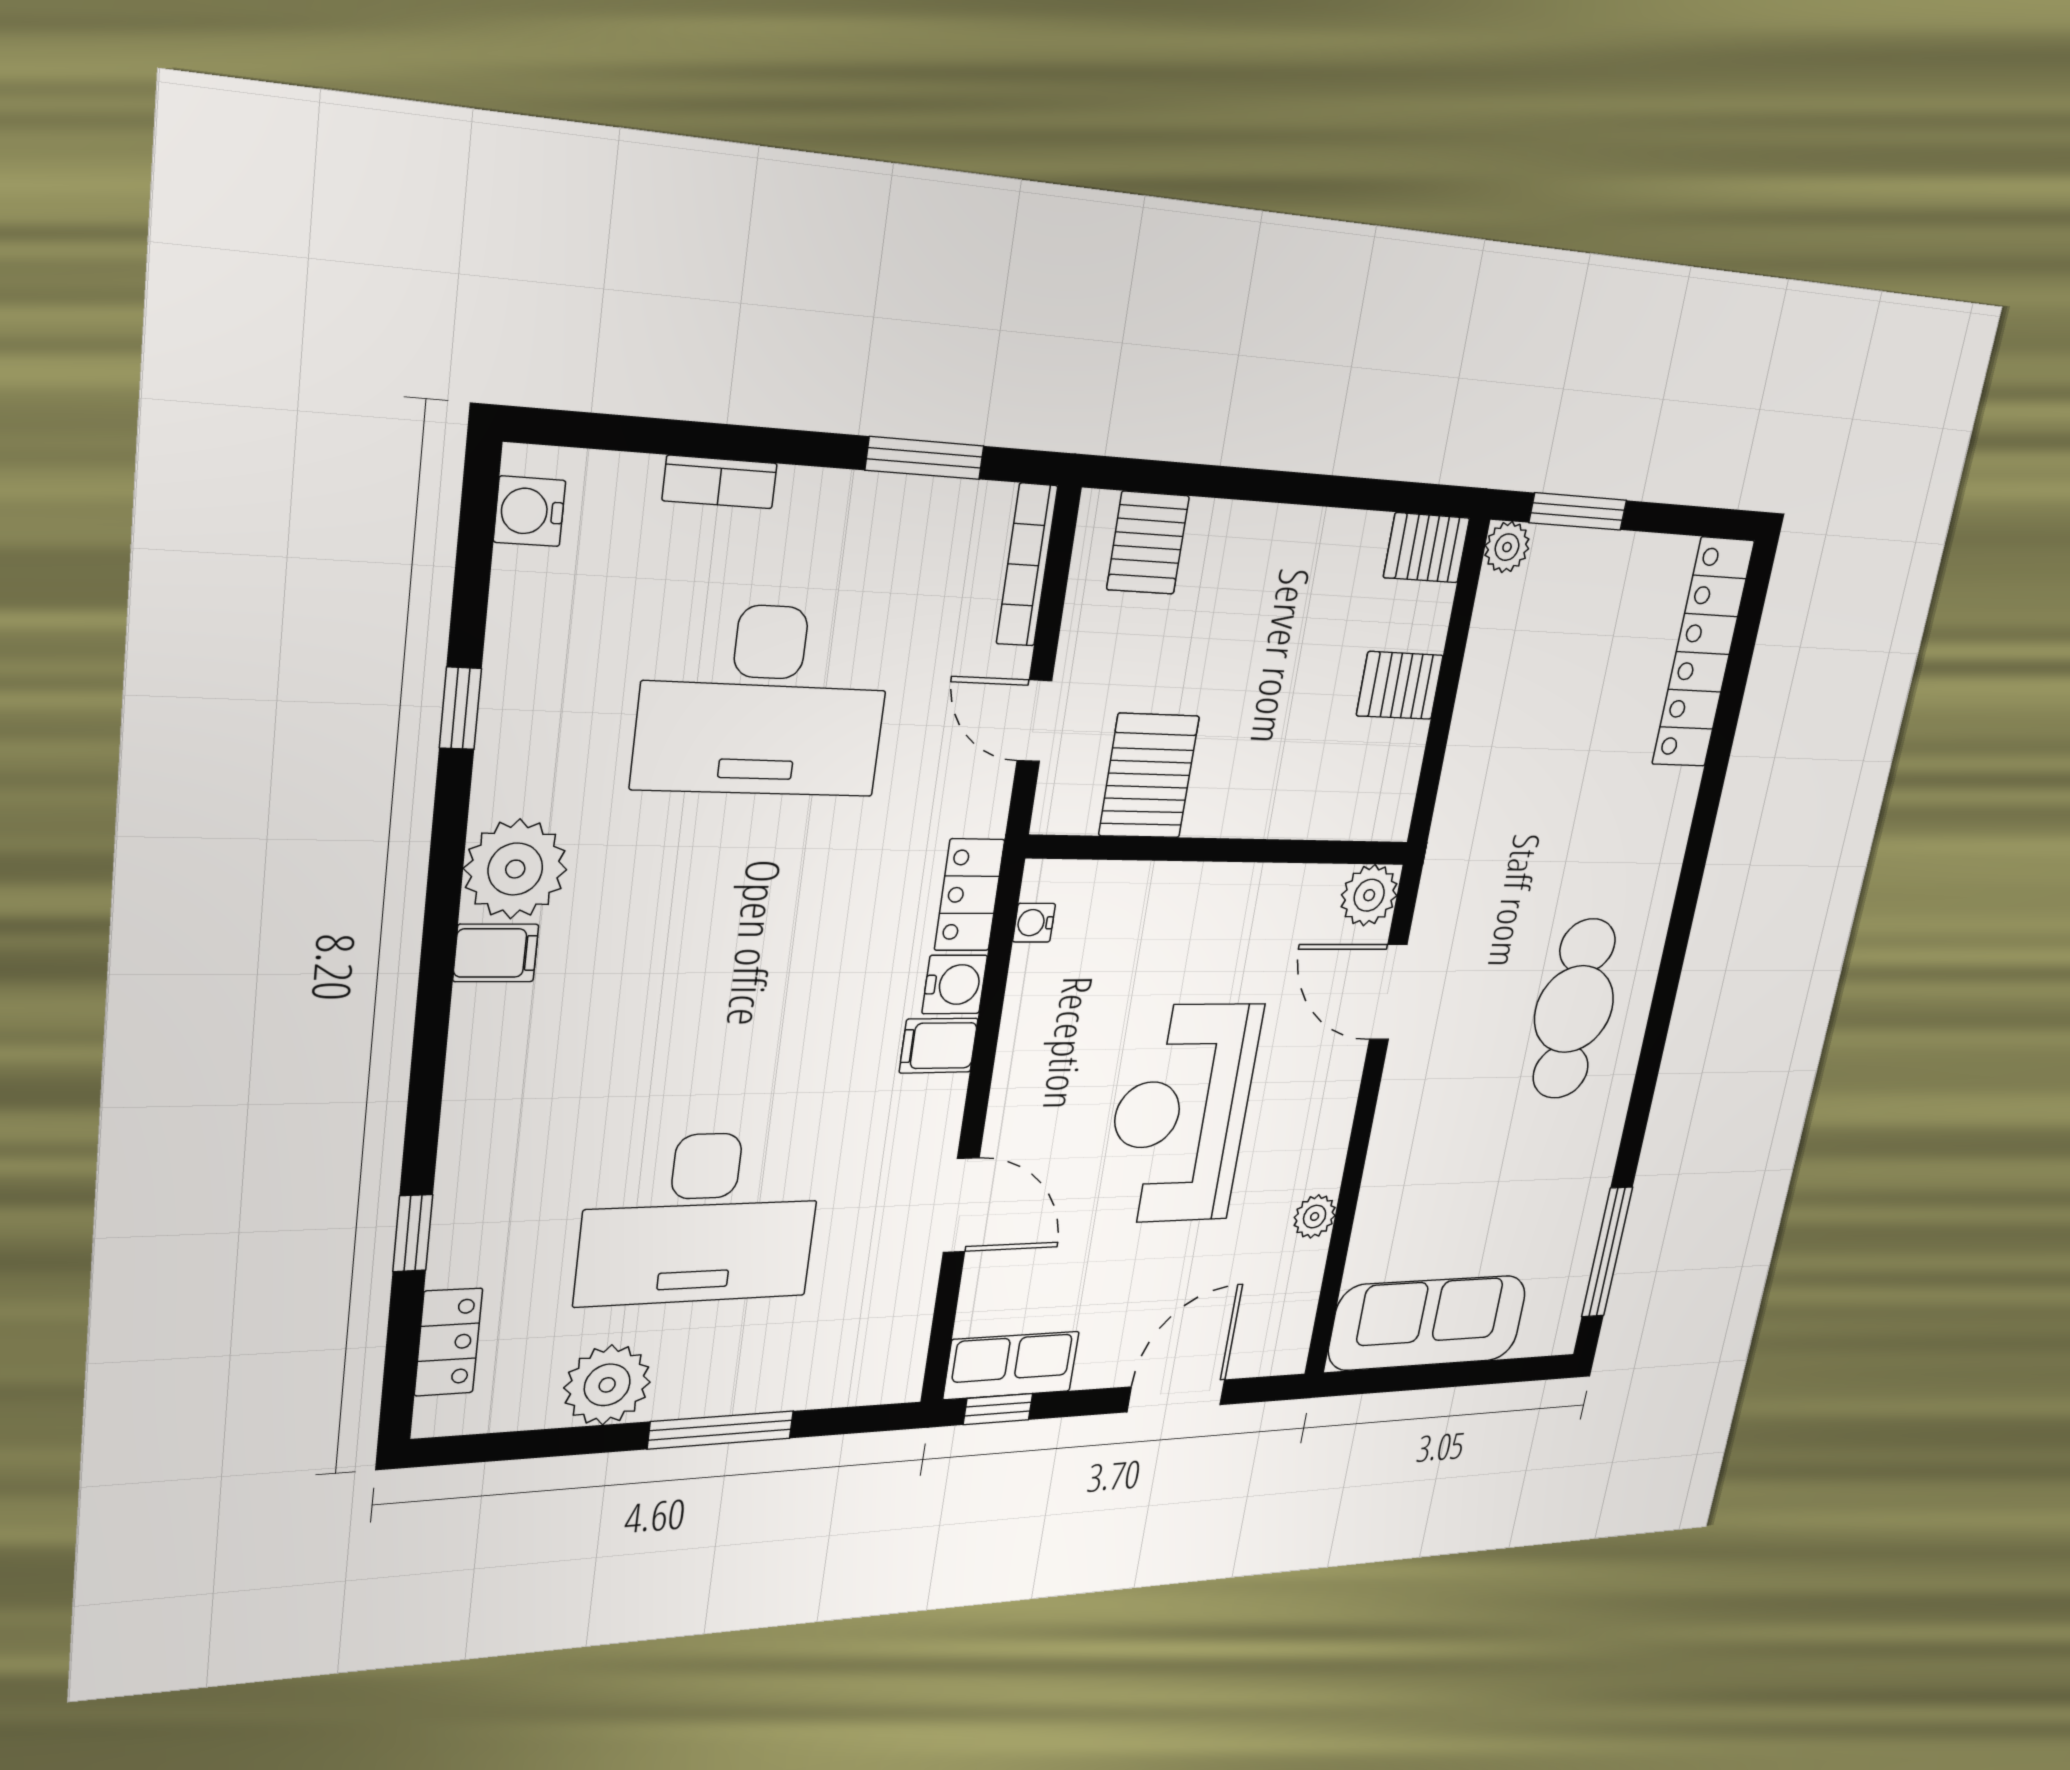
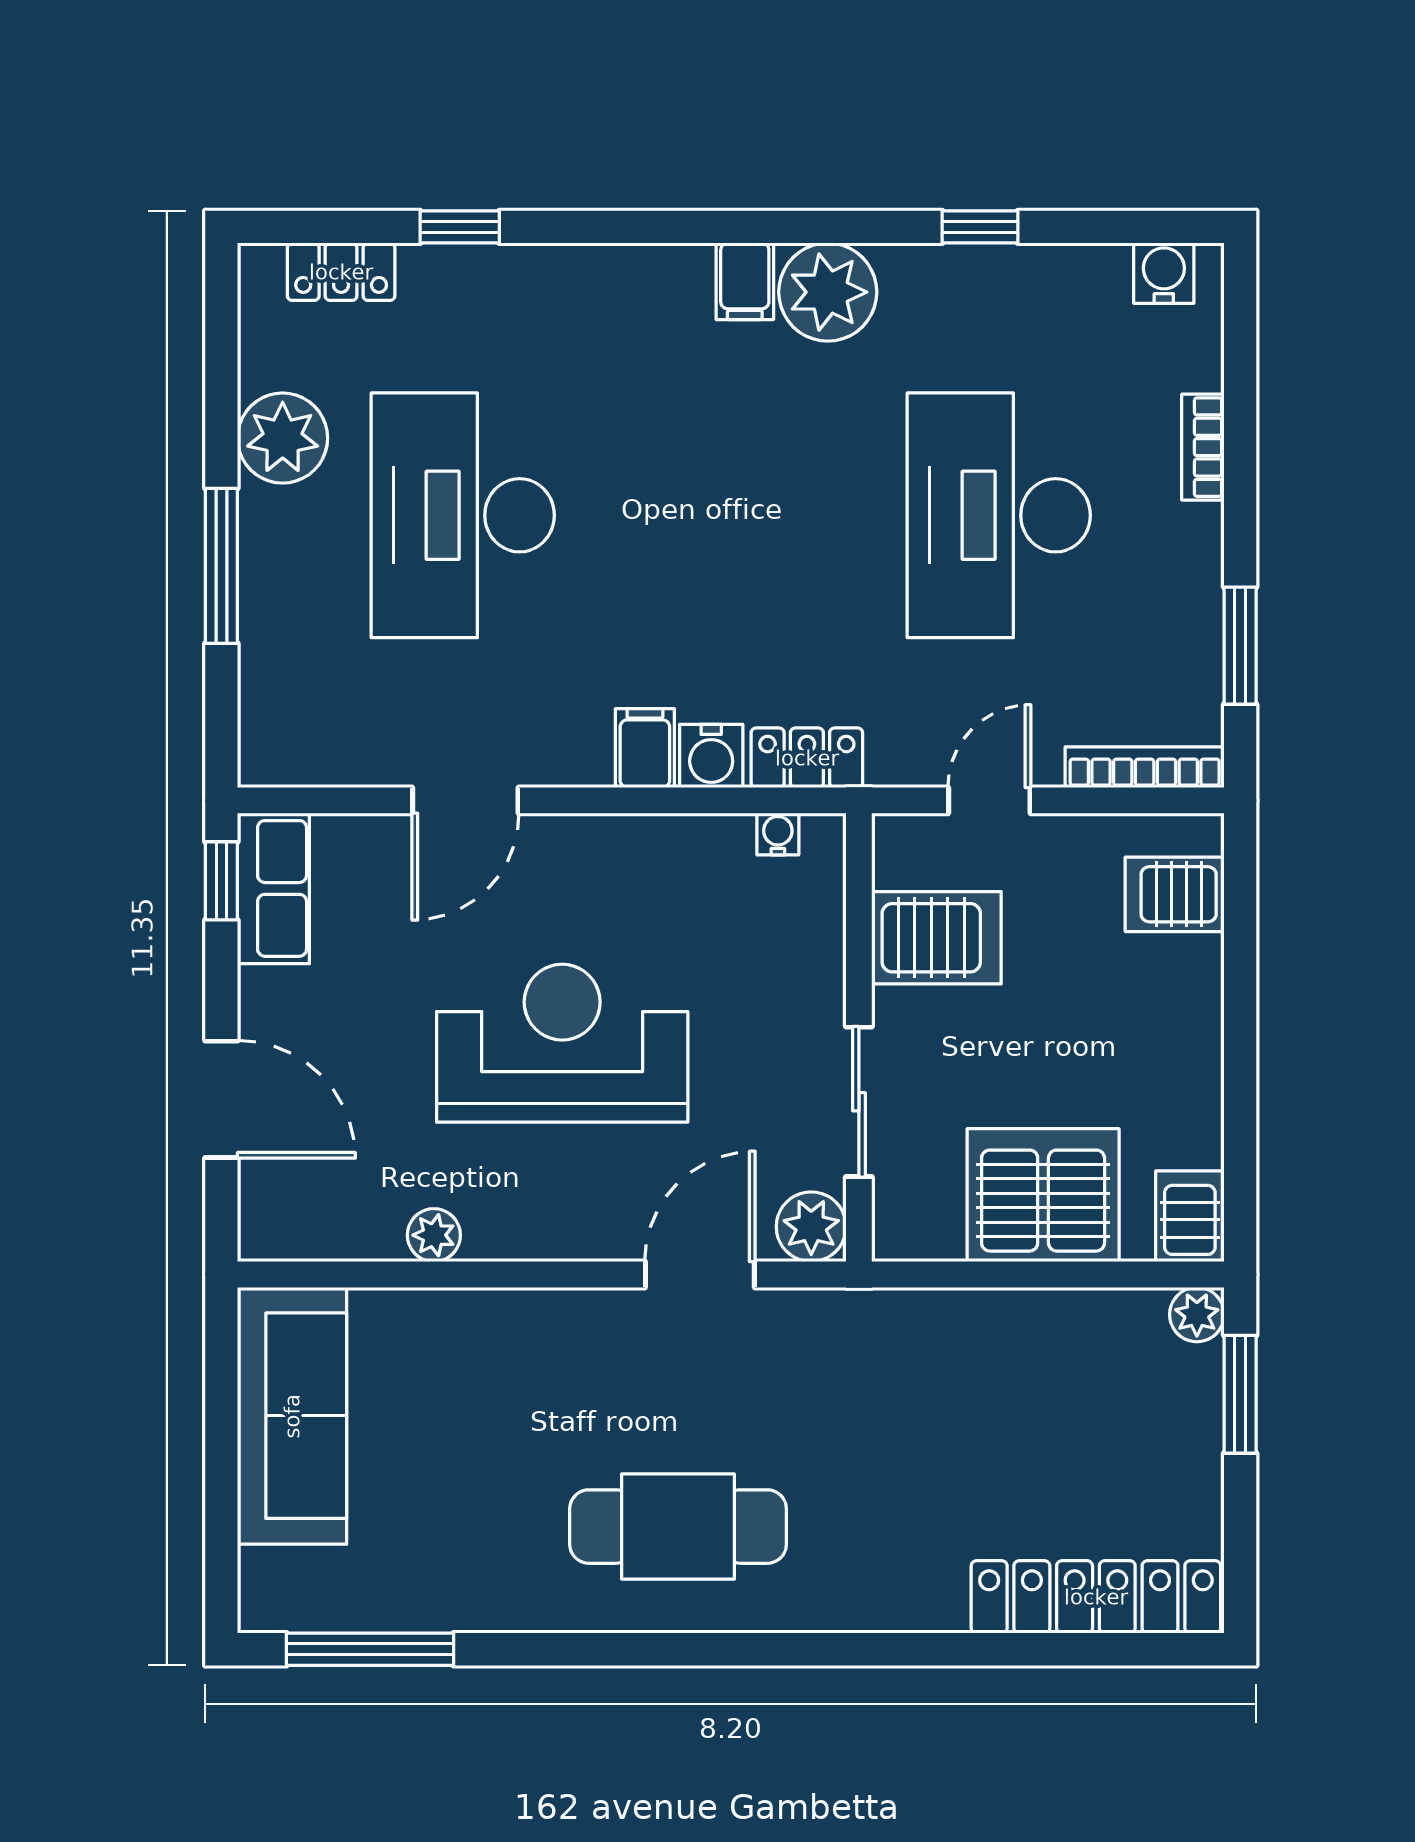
server rack: (1400, 685) -> (1043, 1195), width x2.18, depth x1.44
sliding door: (1276, 851) -> (859, 1102), added

